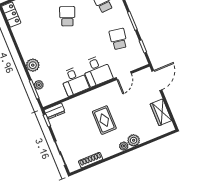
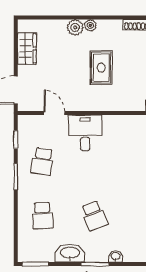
school desk: (67, 16) -> (94, 216), turned -42
door: (124, 76) -> (54, 113), hinge flipped
desk: (74, 81) -> (119, 132), removed

